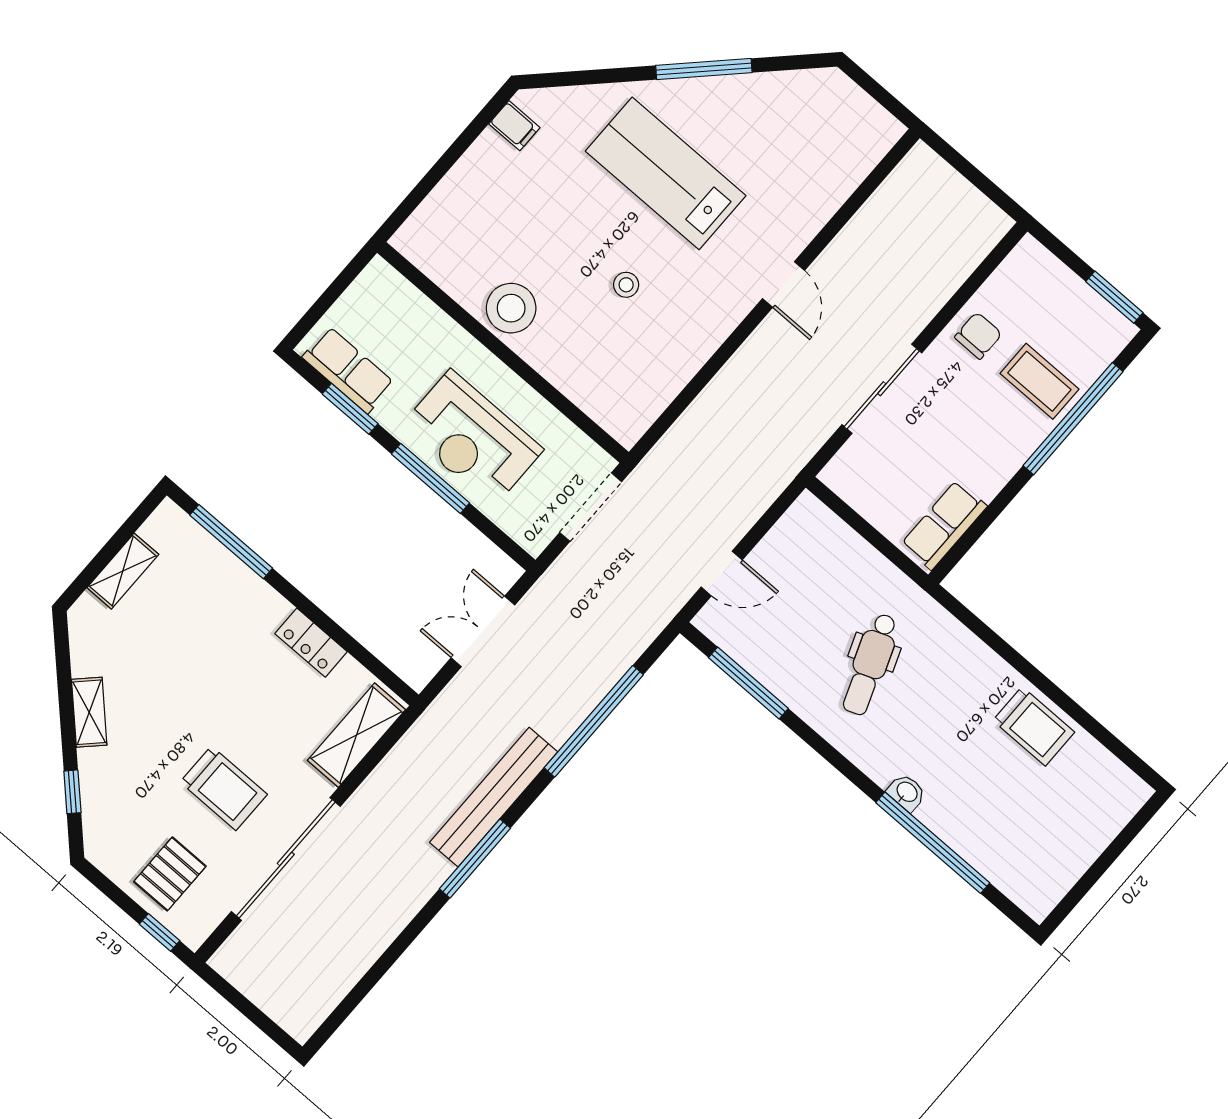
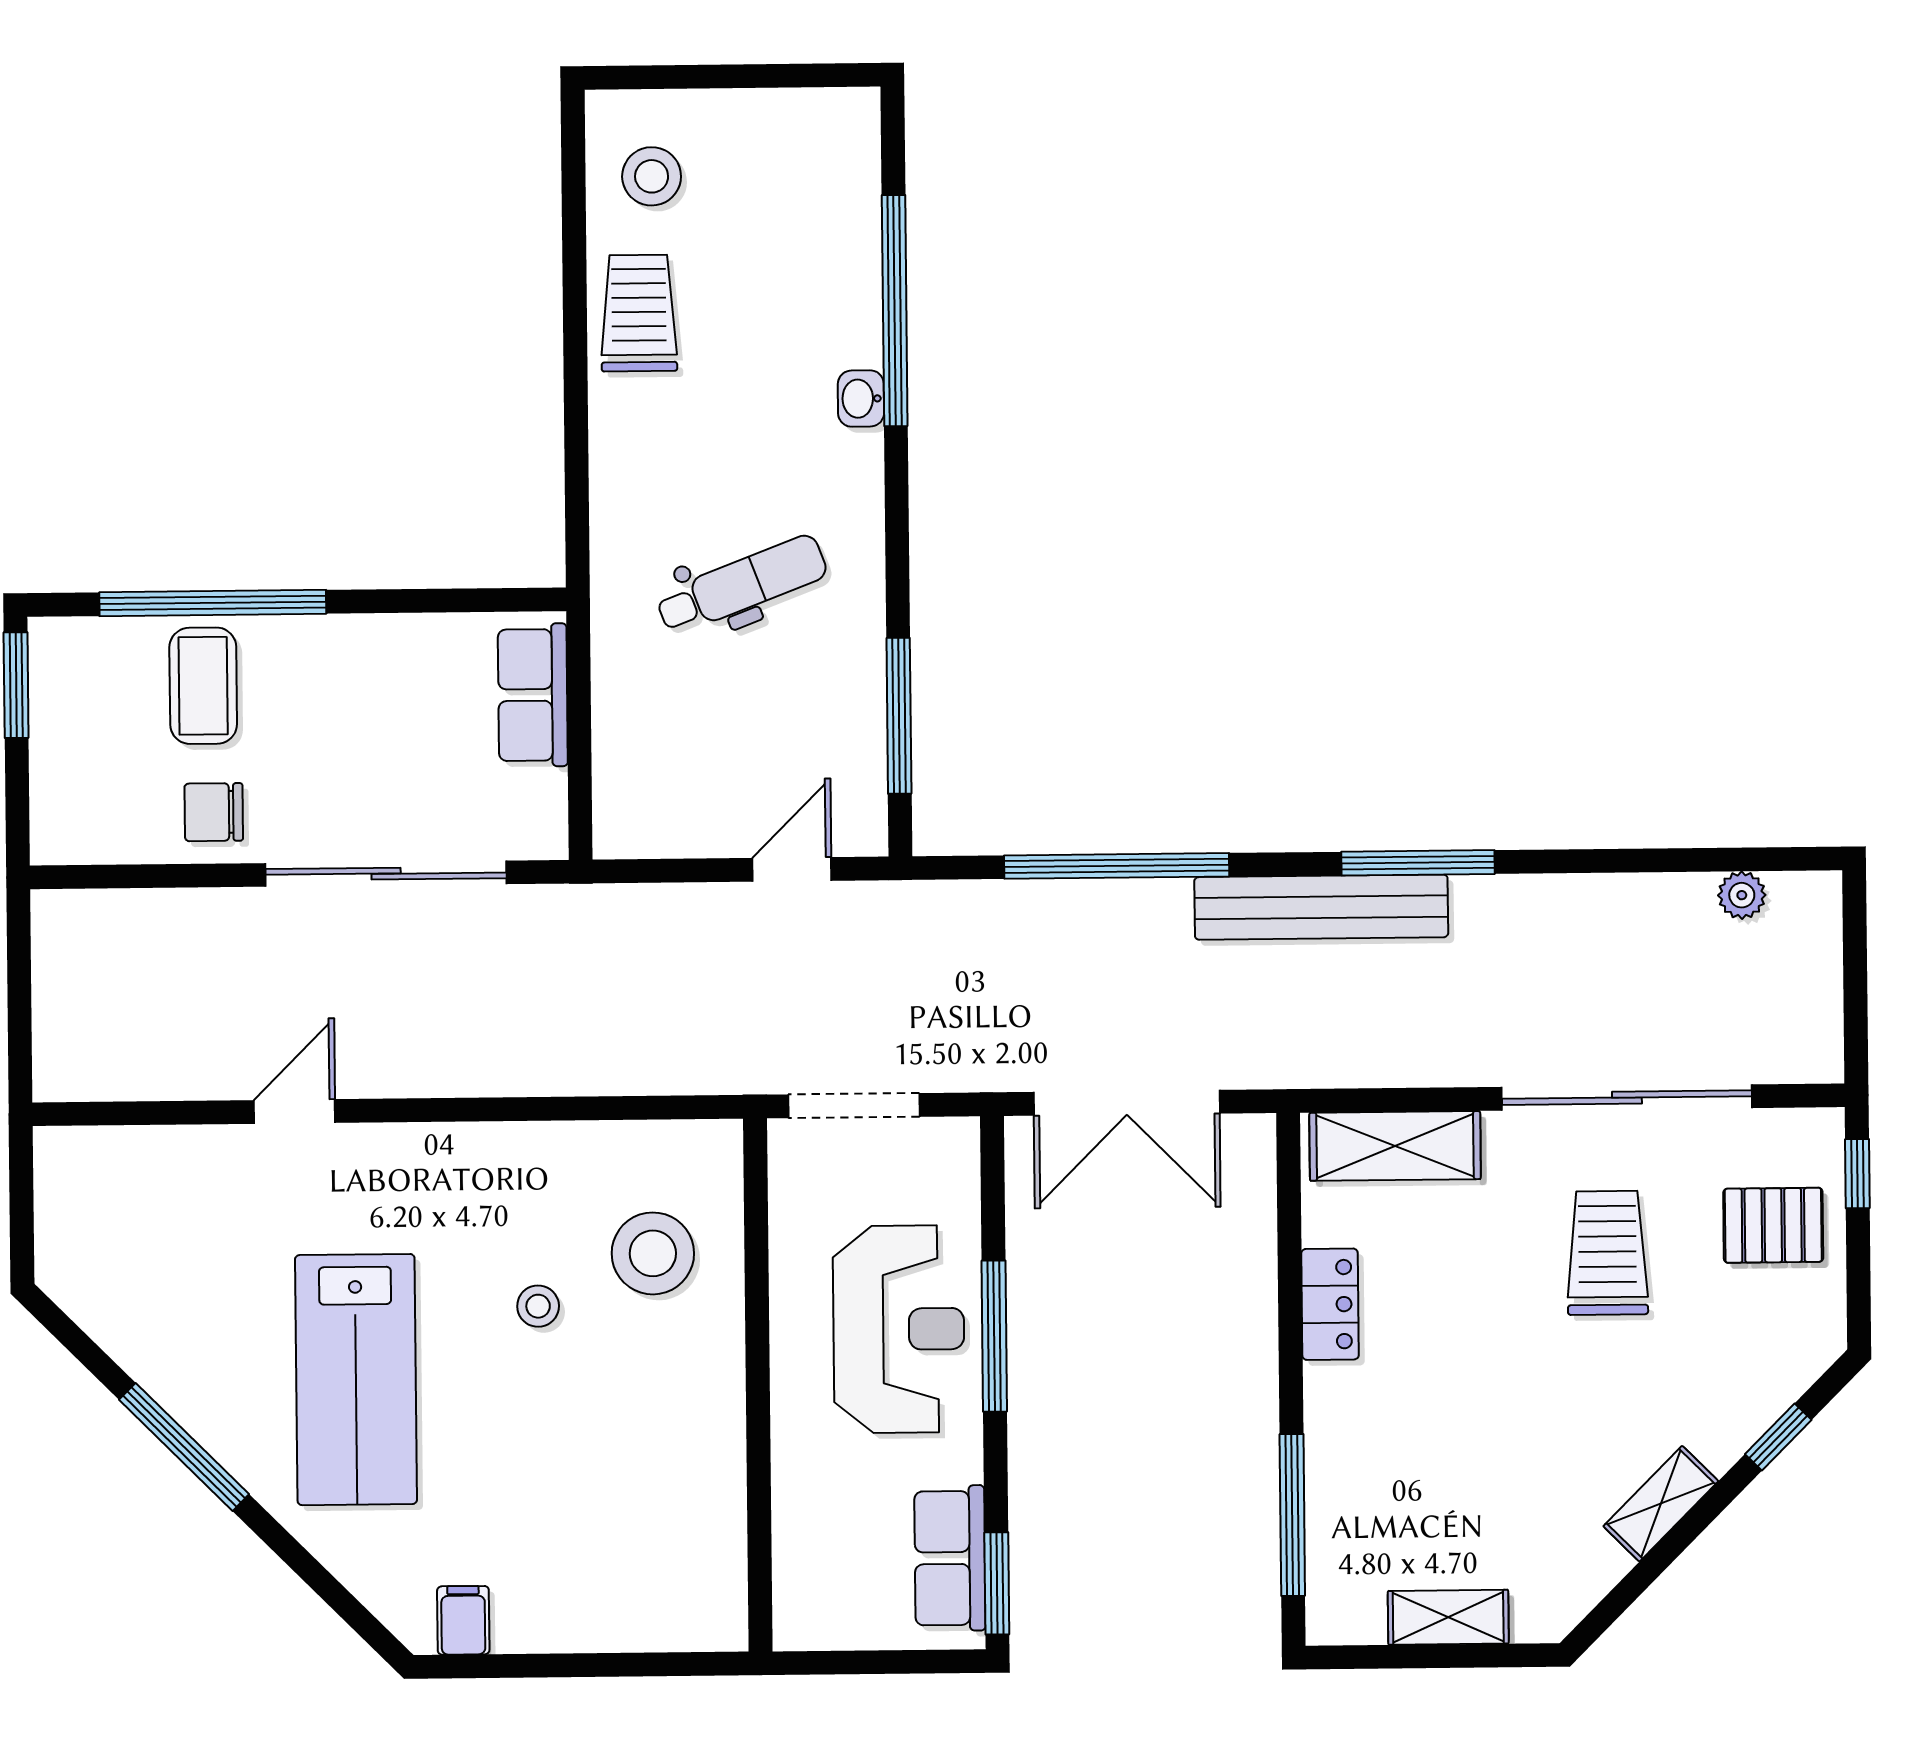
door: (783, 285) -> (294, 1111), moved
stool: (511, 308) -> (653, 1253), moved
sliding door: (882, 389) -> (386, 874), width x1.36
window: (350, 409) -> (997, 1583), moved
row of seats: (944, 525) -> (533, 695), moved, turned 90
door: (722, 573) -> (792, 869), hinge flipped
double door: (483, 631) -> (1127, 1103), width x1.37
stool: (1090, 787) -> (652, 176), added
plant: (331, 991) -> (1742, 895), added

